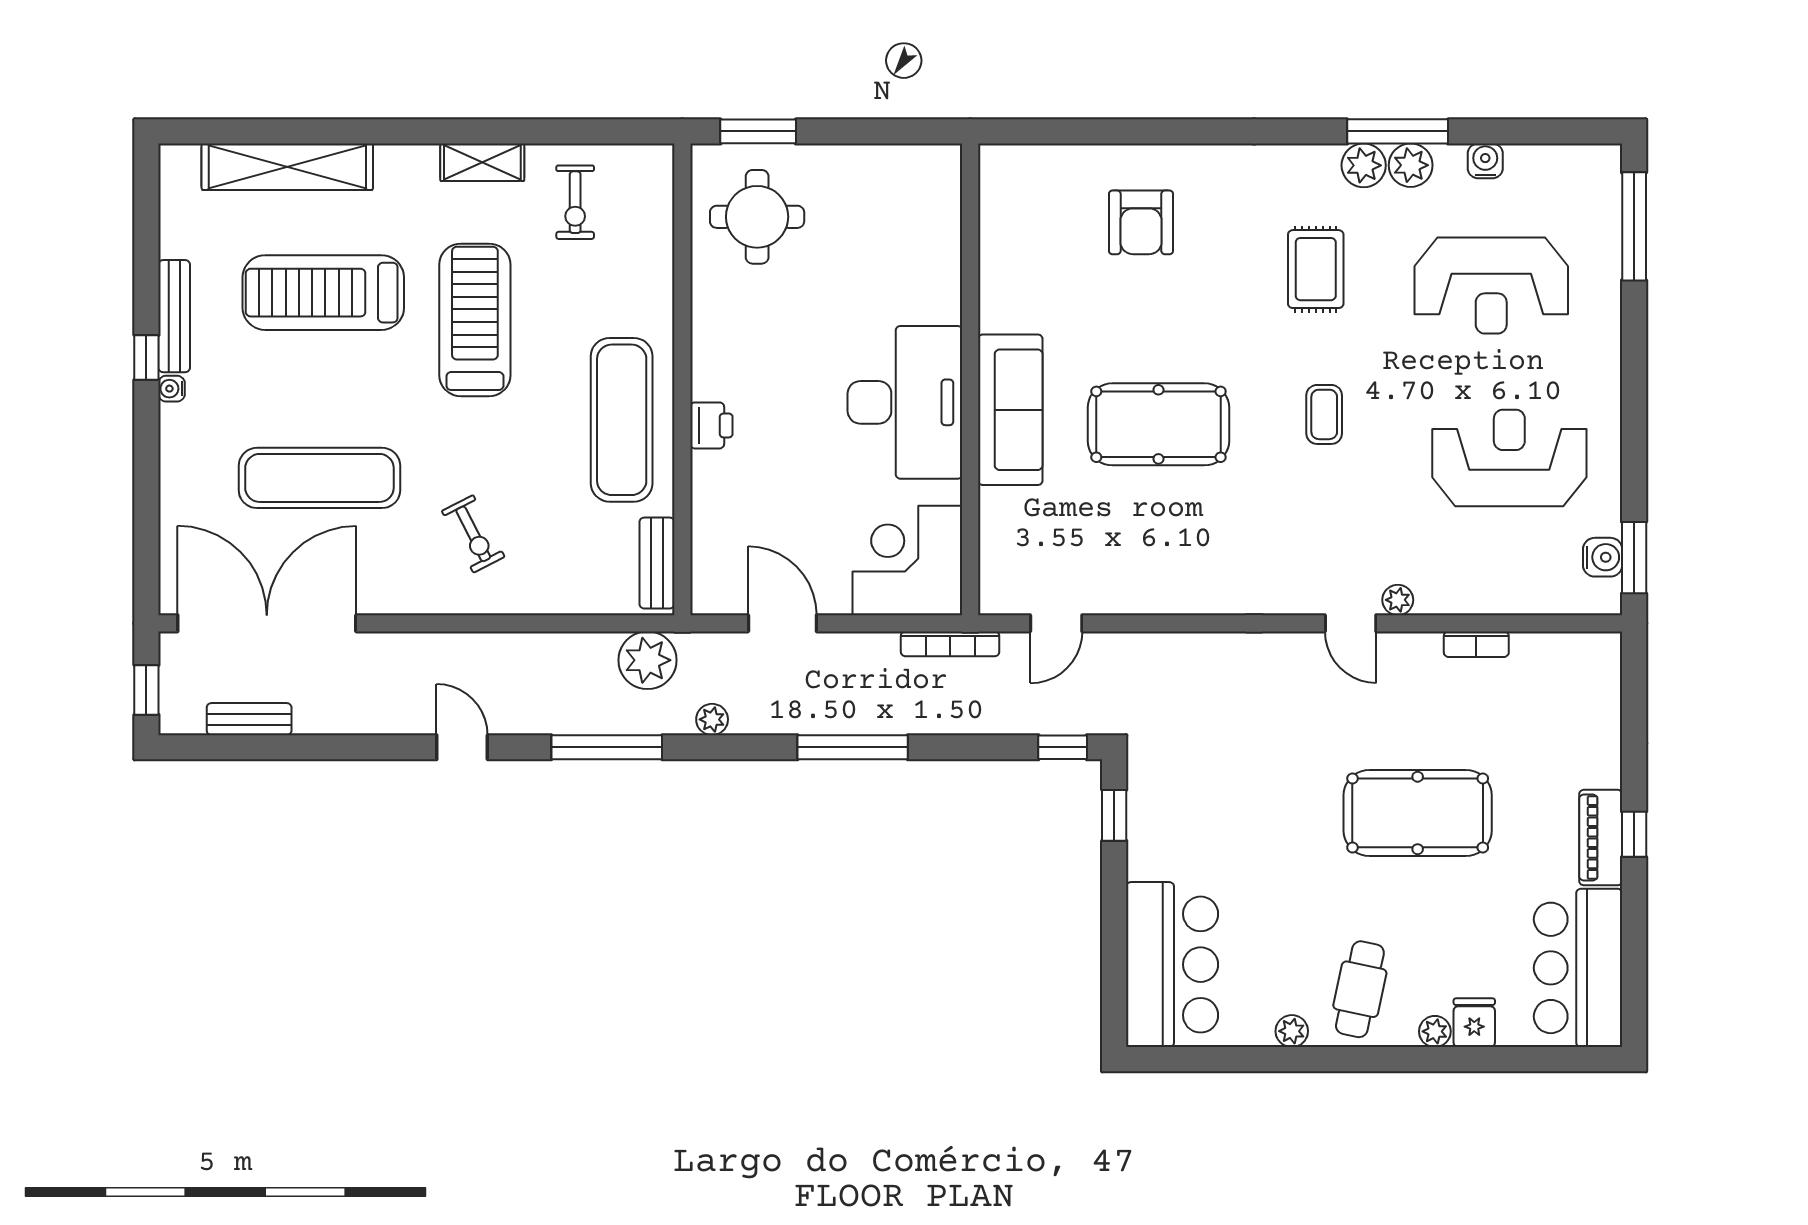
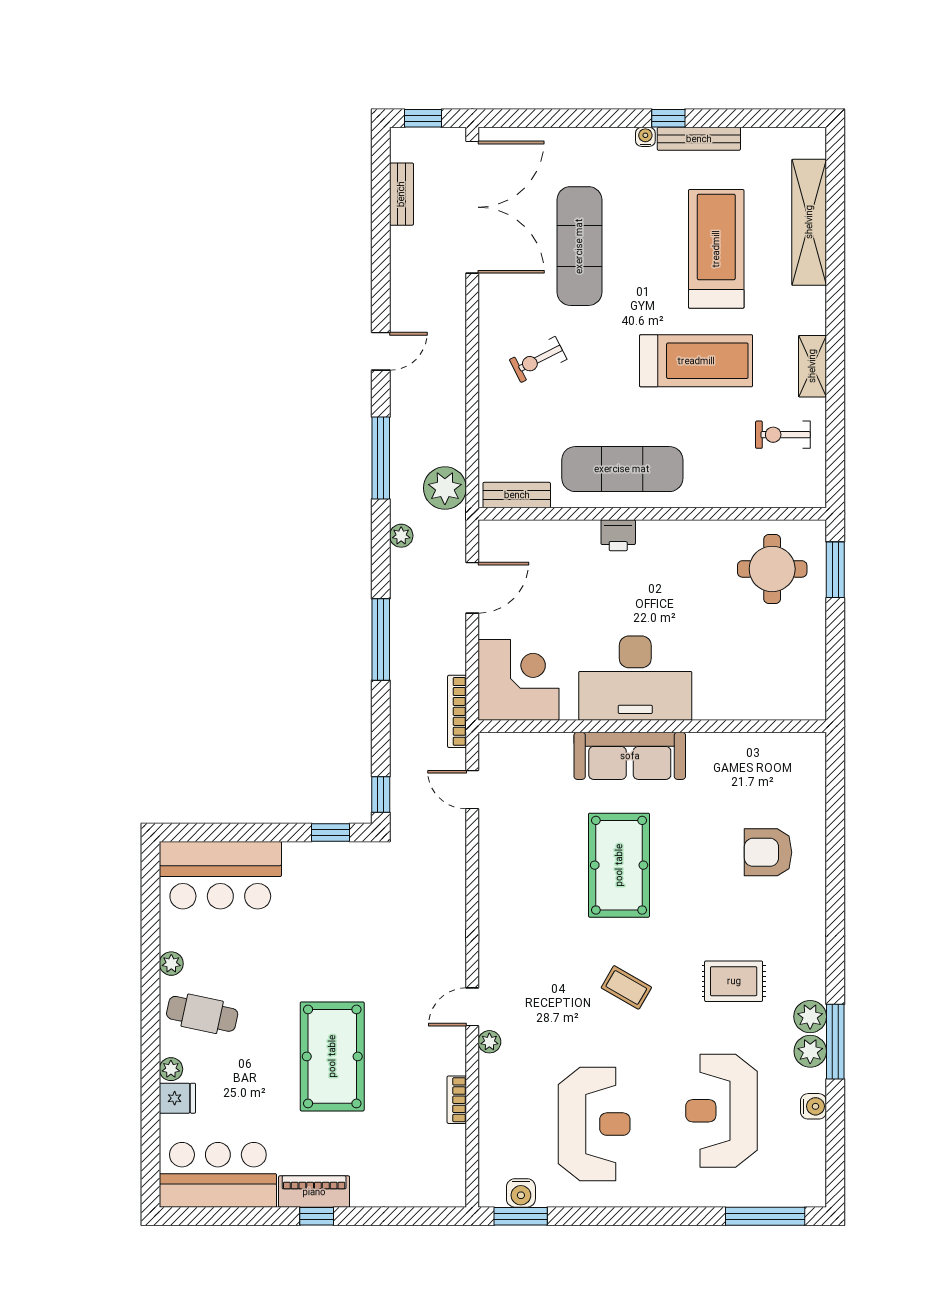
coffee table: (1324, 414) -> (626, 987), turned 30

